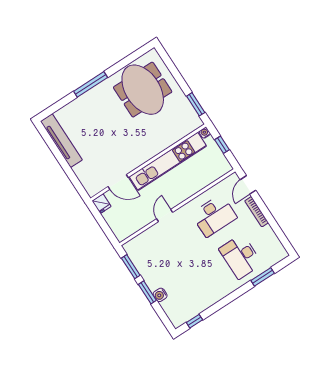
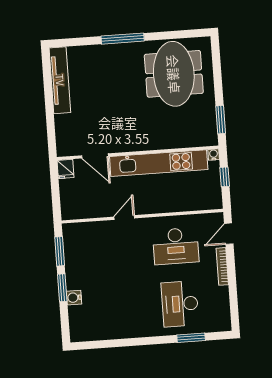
window: (194, 321) -> (95, 345), removed

